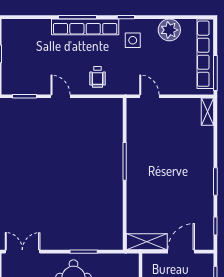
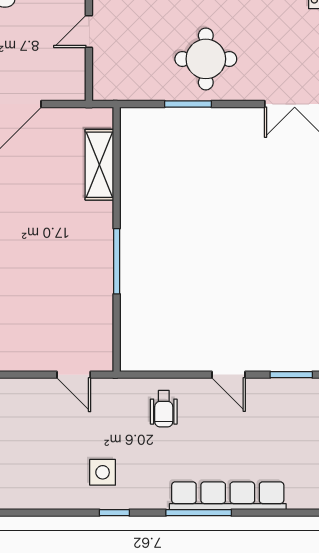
row of seats: (85, 27) -> (228, 496), moved
plant: (169, 30) -> (39, 490), removed
wheelchair: (98, 77) -> (164, 409), turned 180
shelving: (147, 242) -> (99, 165), moved, turned 90

